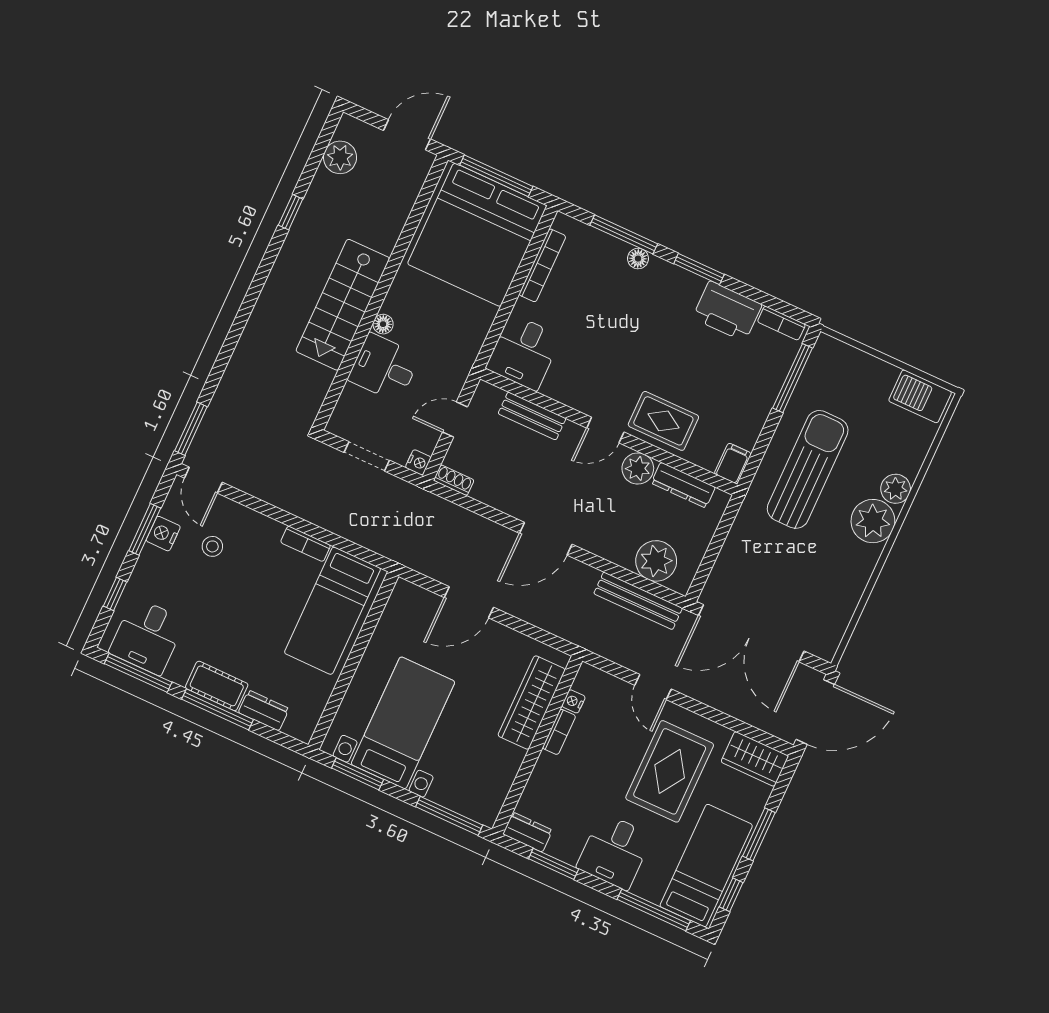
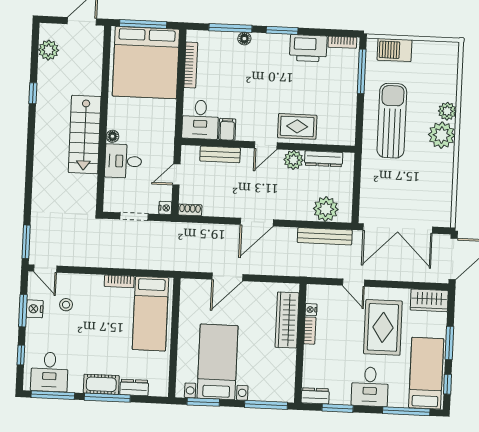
barbecue: (920, 396) -> (395, 50), moved
filing cabinet: (733, 464) -> (227, 129), moved

